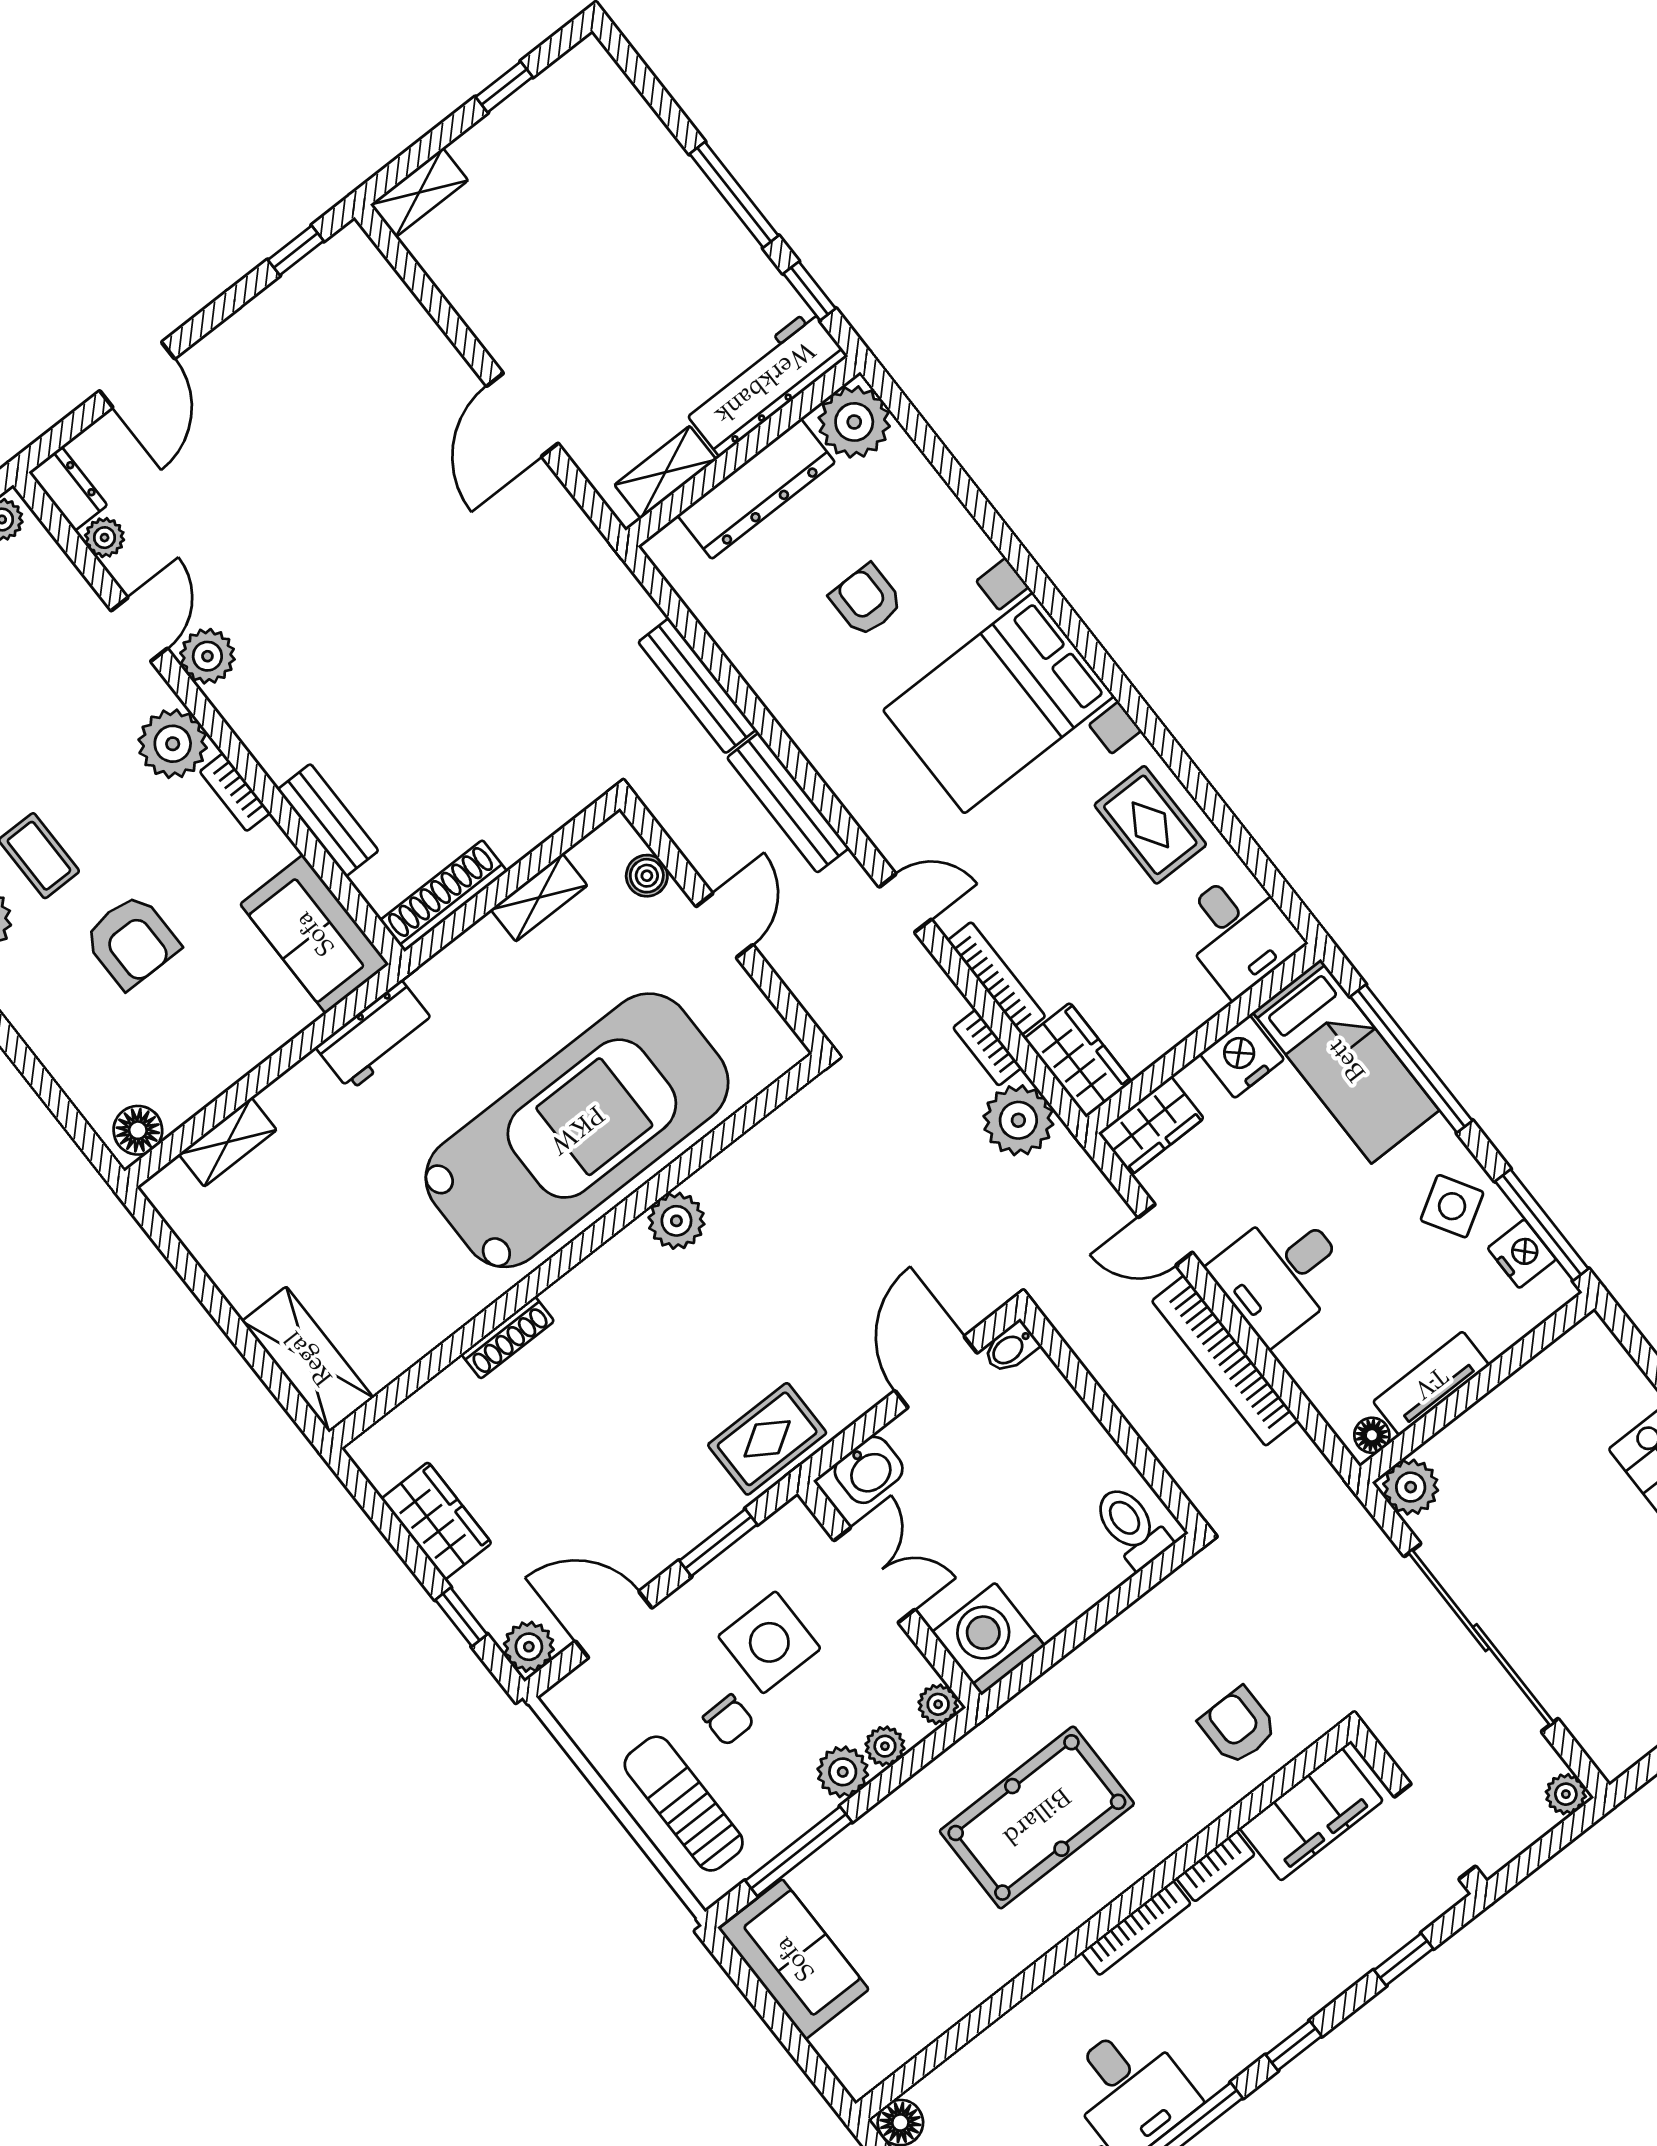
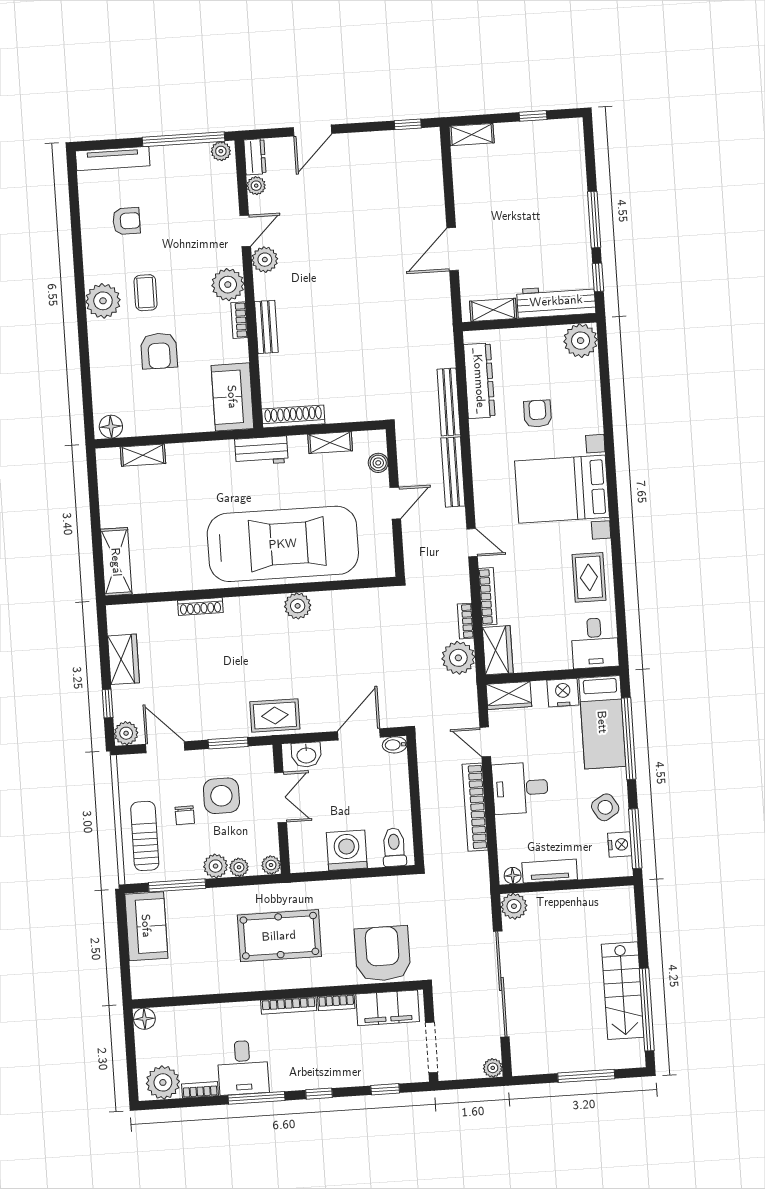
dresser: (756, 489) -> (479, 381), moved, turned -90
bench: (328, 820) -> (266, 327), moved
workbench: (376, 1036) -> (261, 451), moved
washing machine: (988, 1639) -> (347, 850), moved
armchair: (1238, 1726) -> (383, 954), width x1.88, depth x1.88

